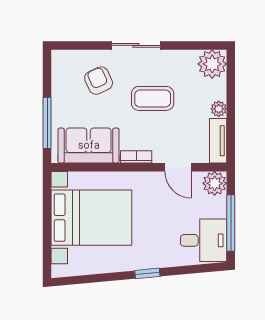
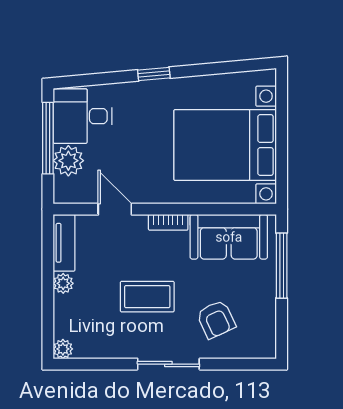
plant: (212, 64) -> (63, 349), width x0.53, depth x0.53
plant: (215, 183) -> (68, 161), moved

